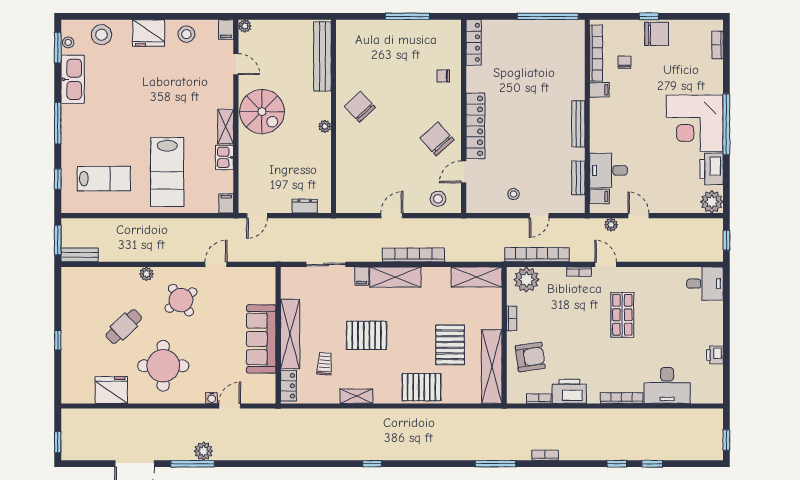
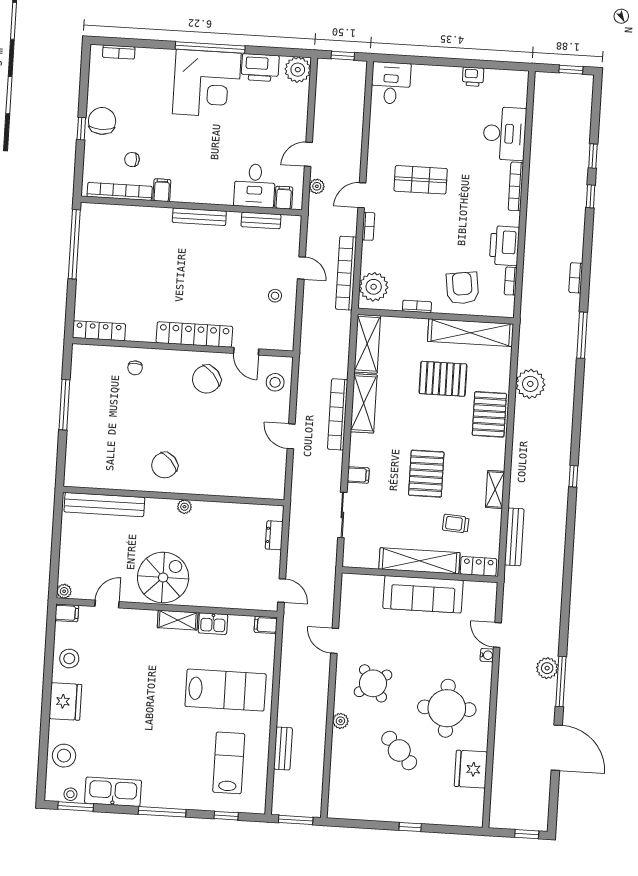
bench: (80, 255) -> (283, 748), moved
shelving: (395, 277) -> (364, 403), moved
bench: (316, 415) -> (514, 537), added
plant: (450, 421) -> (530, 384), added

